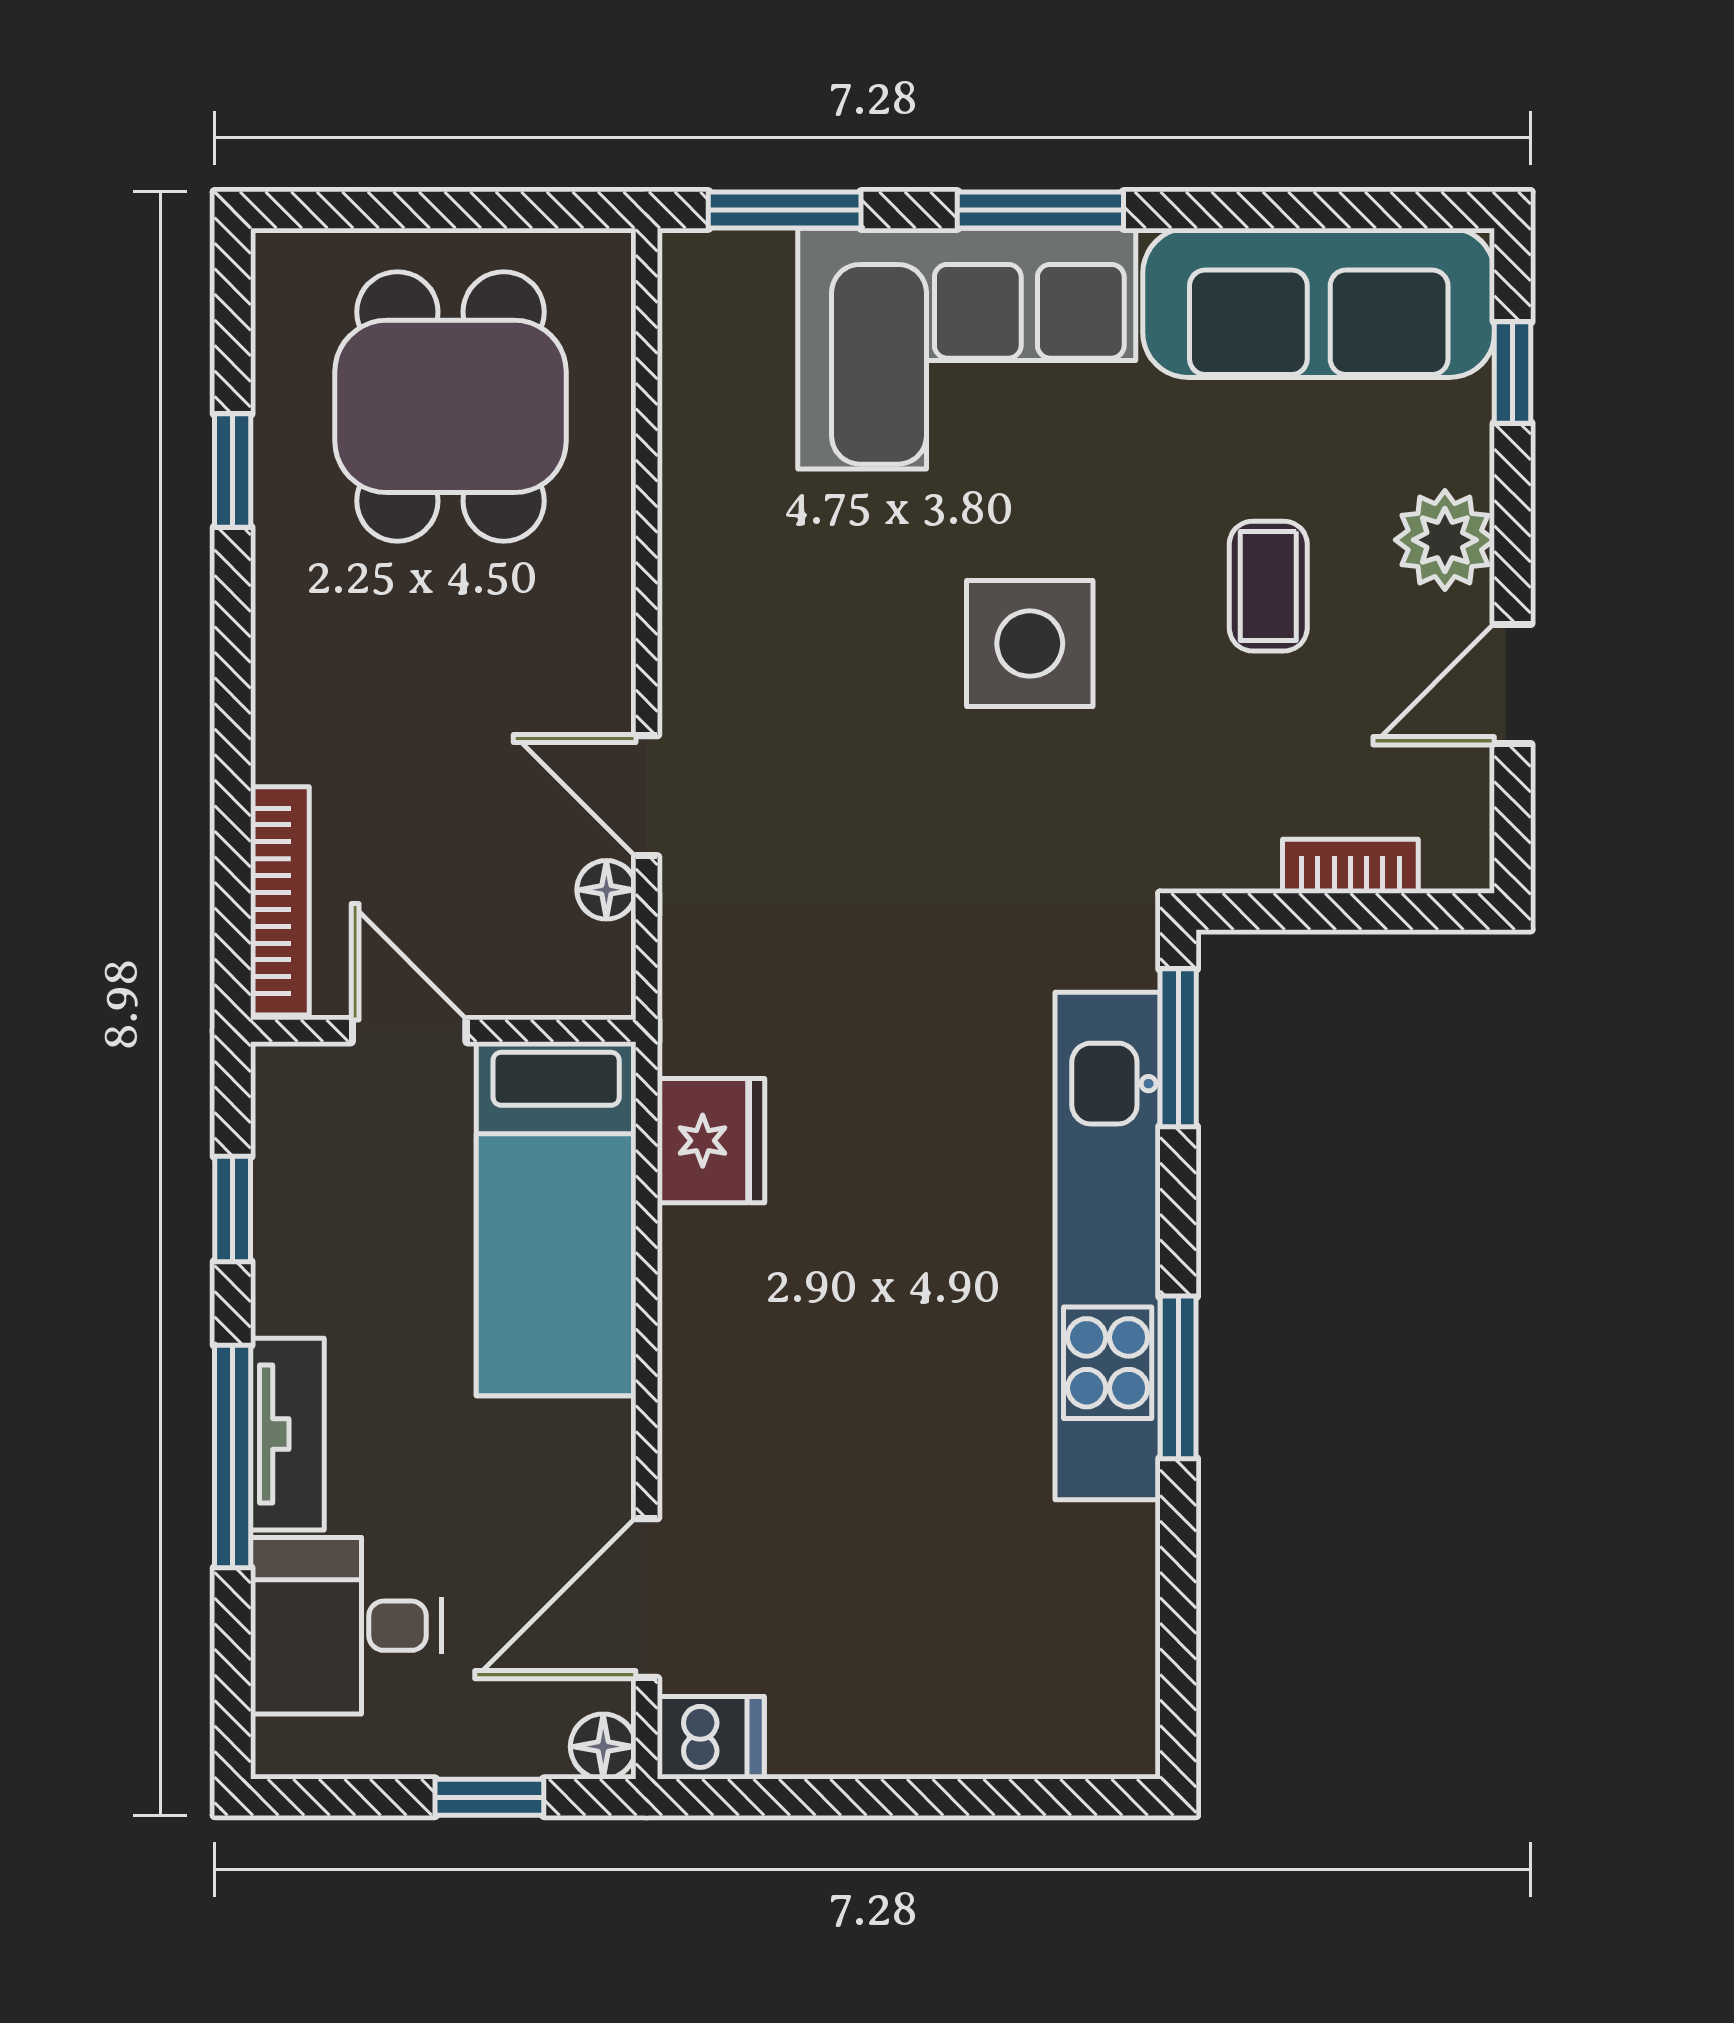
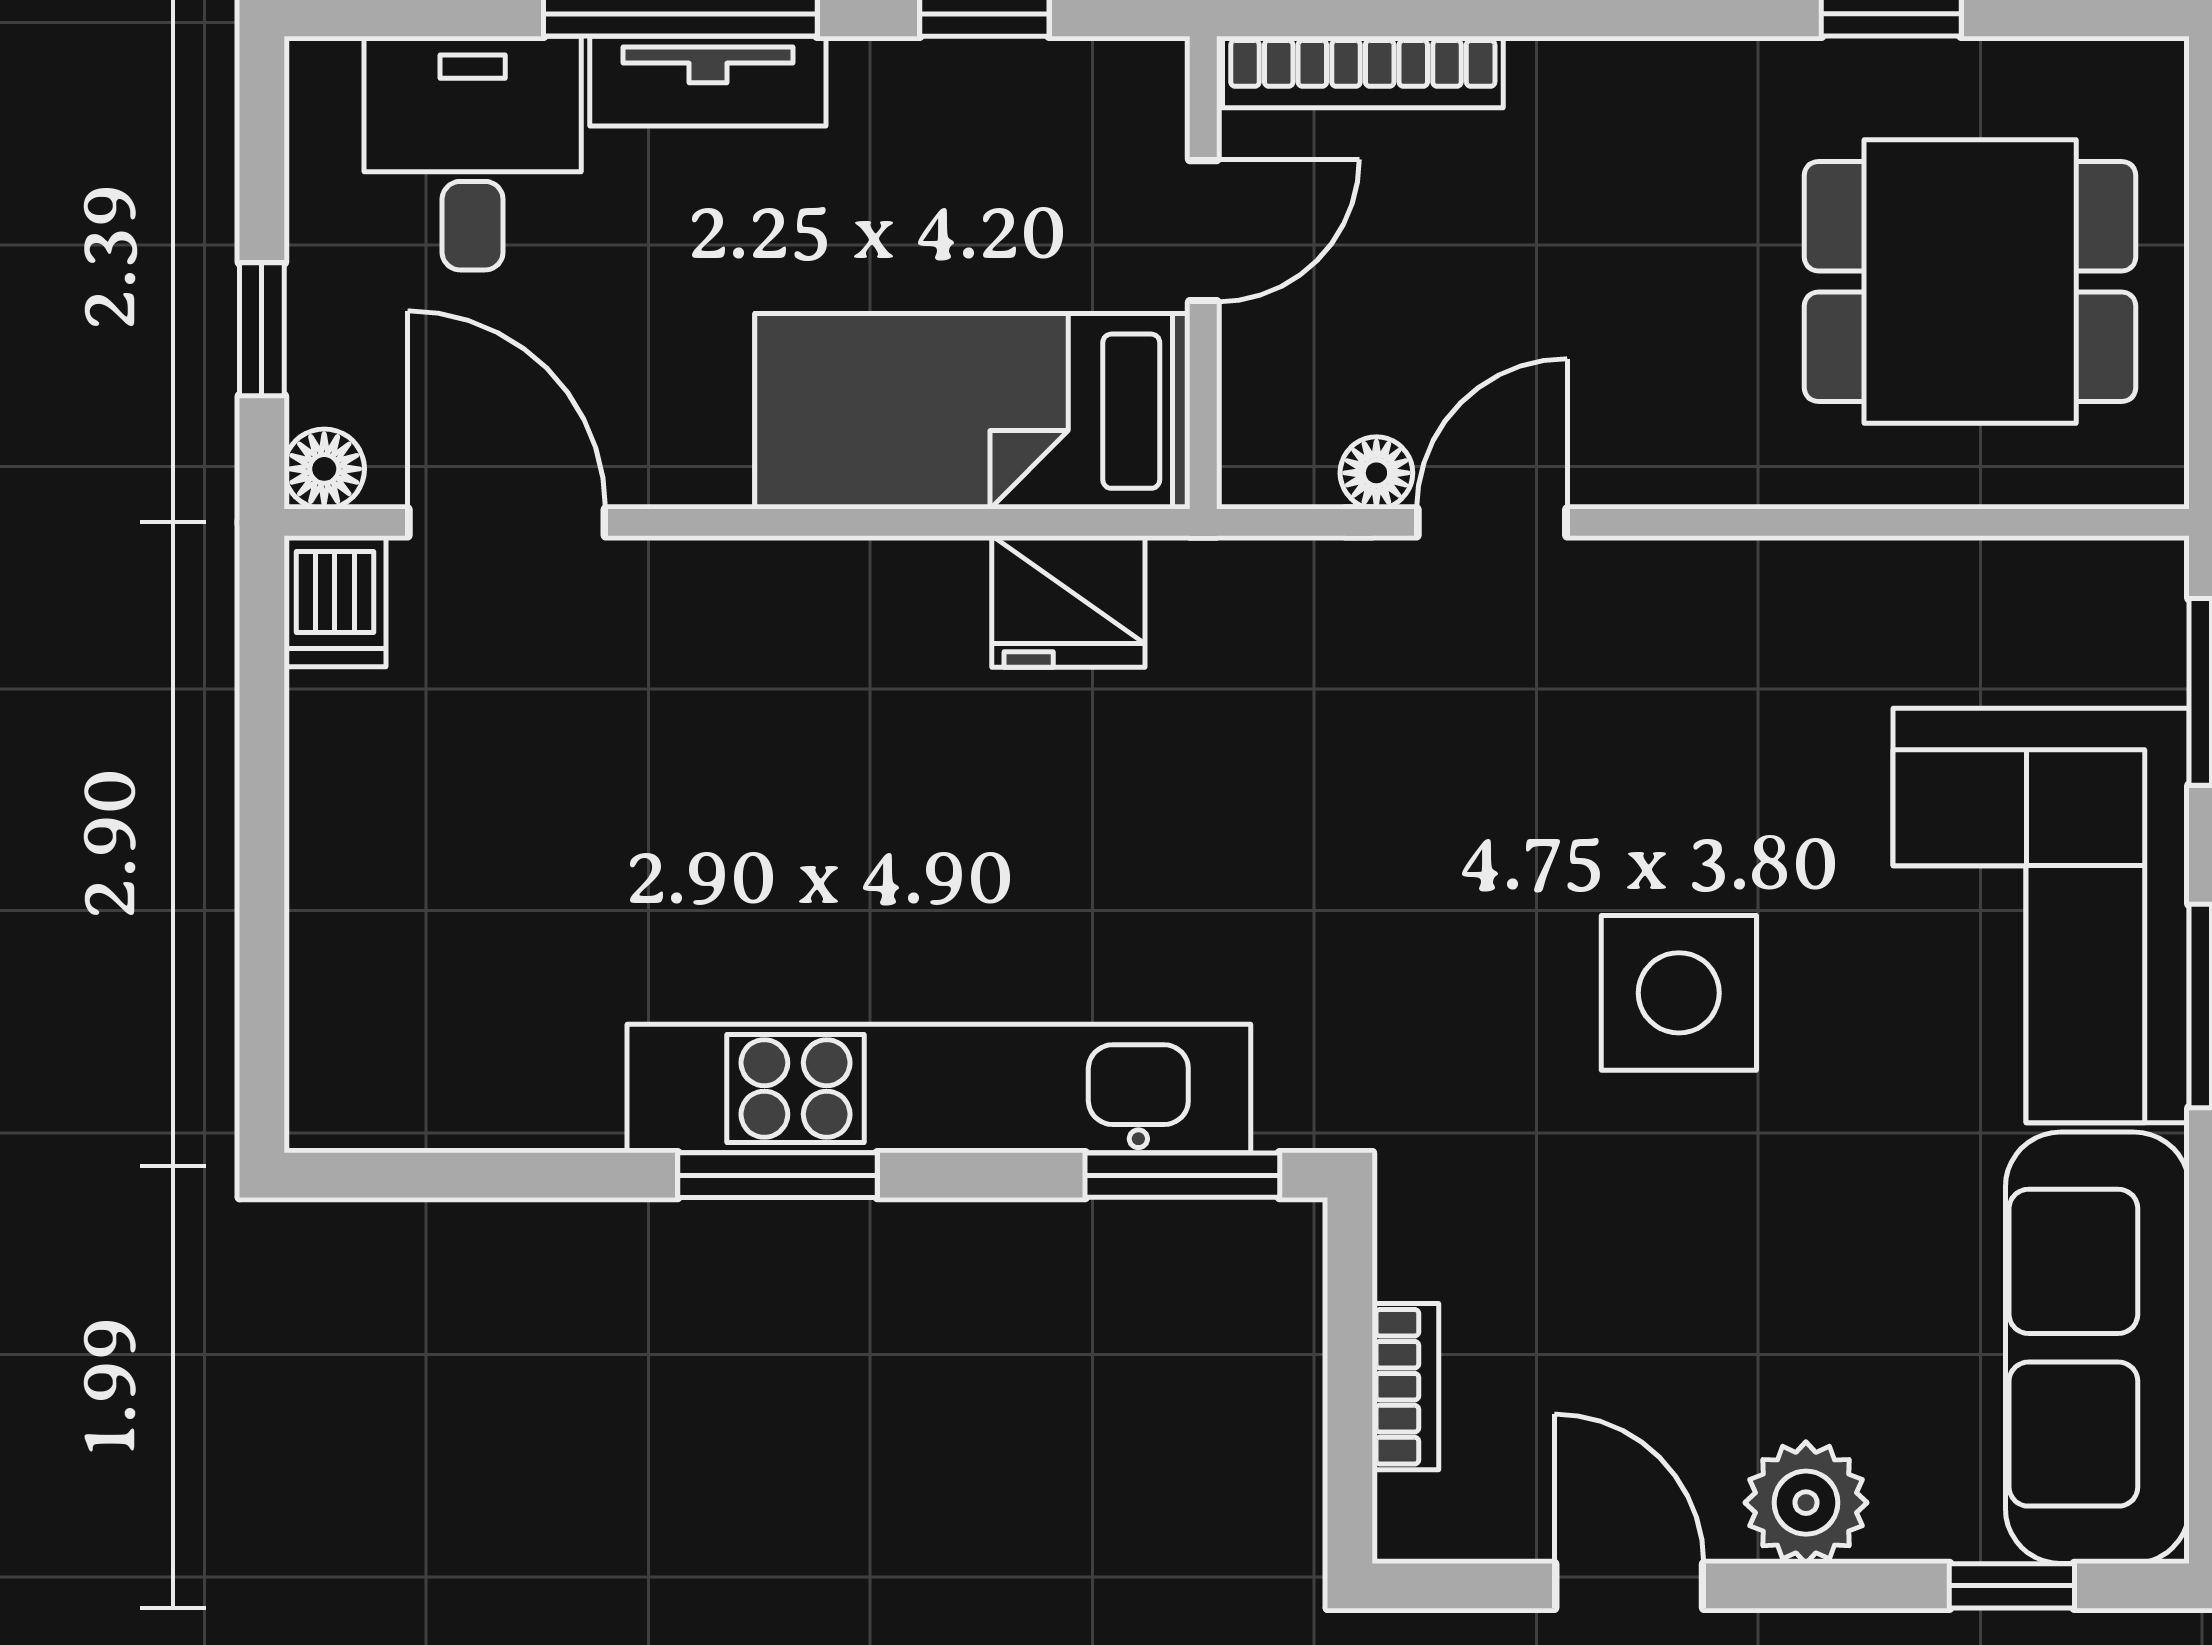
coffee table: (1268, 586) -> (1749, 1286), removed

